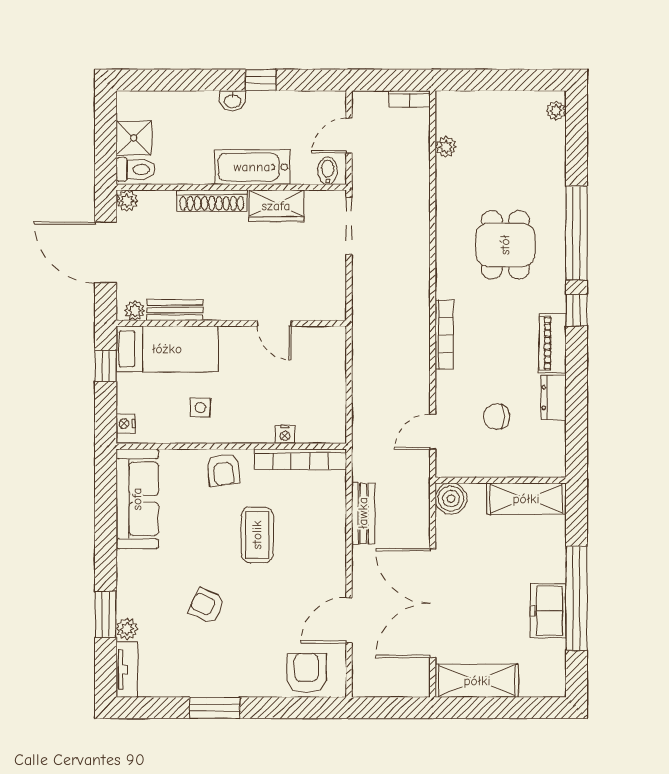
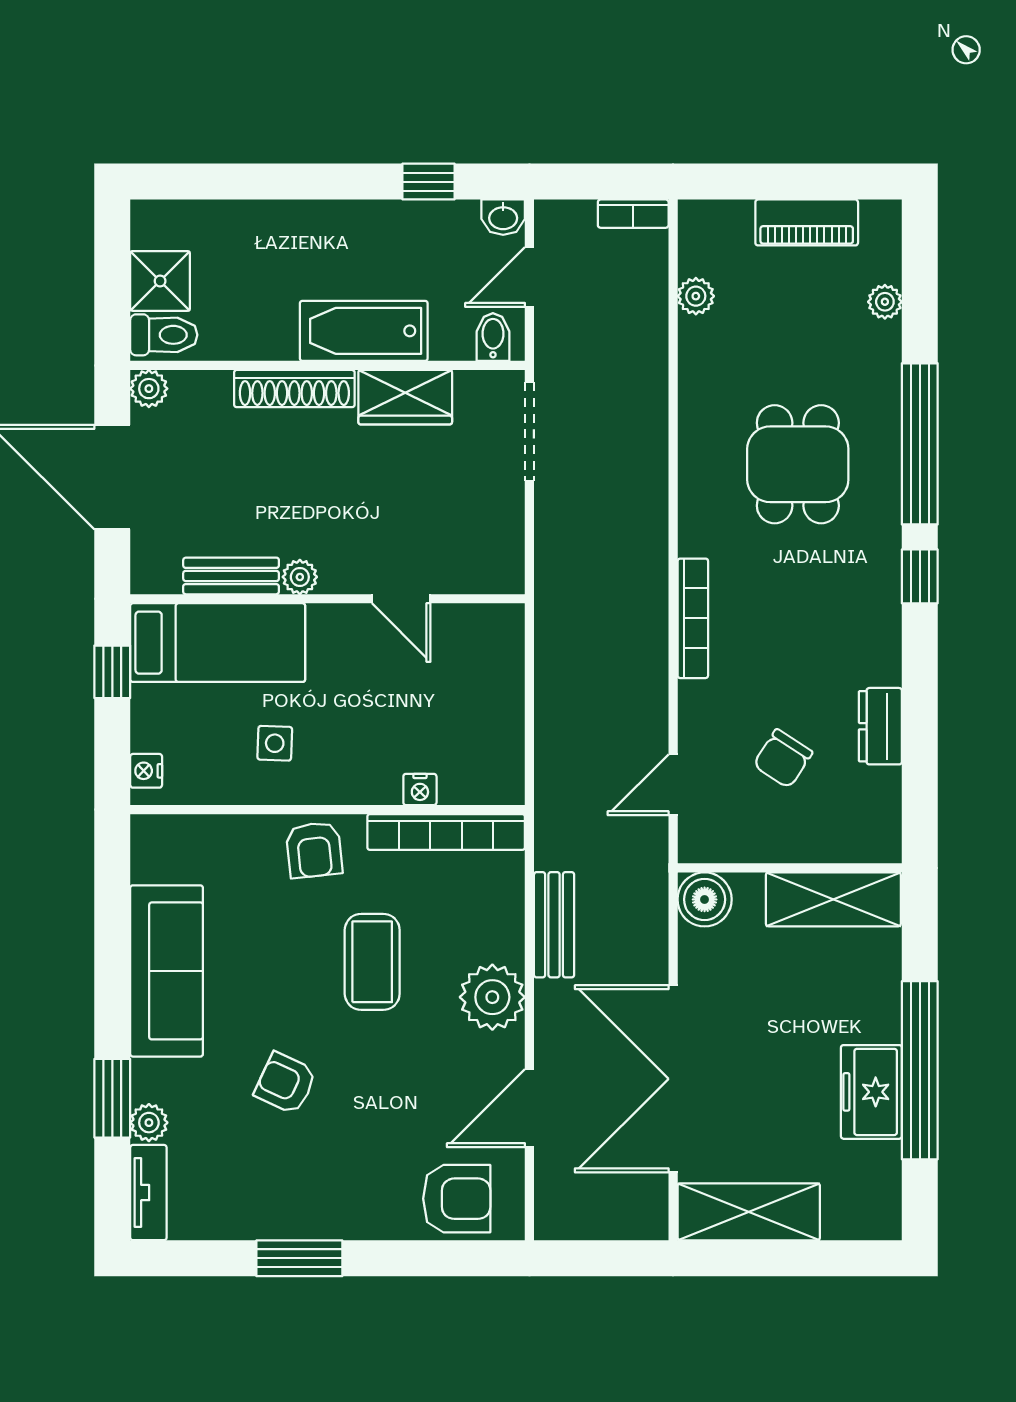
window: (261, 80) -> (428, 182), moved
washbasin: (232, 101) -> (503, 217), moved
plant: (556, 111) -> (885, 302), moved
plant: (135, 311) -> (300, 577), moved
piano: (553, 343) -> (807, 222), moved, turned -90
chair: (497, 416) -> (783, 759), turned -57
sofa: (137, 499) -> (167, 971), moved
plant: (327, 556) -> (492, 997), added
armchair: (307, 673) -> (457, 1199), turned 90

